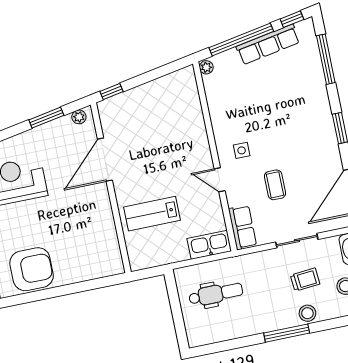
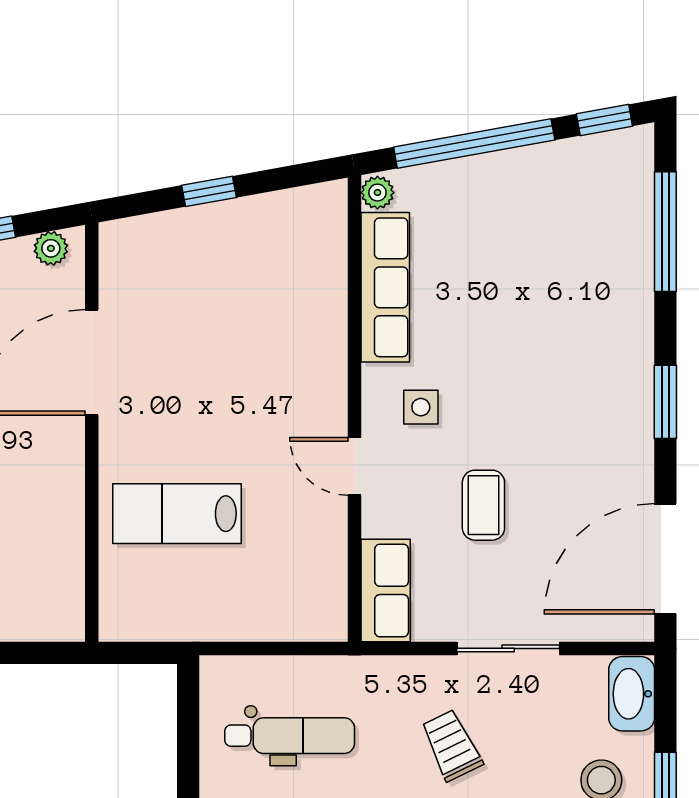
row of seats: (268, 44) -> (385, 287), moved, turned -80
window: (111, 91) -> (209, 191), moved
kitchen sink: (209, 245) -> (298, 616), removed
trolley: (305, 280) -> (452, 745), moved, turned -111

